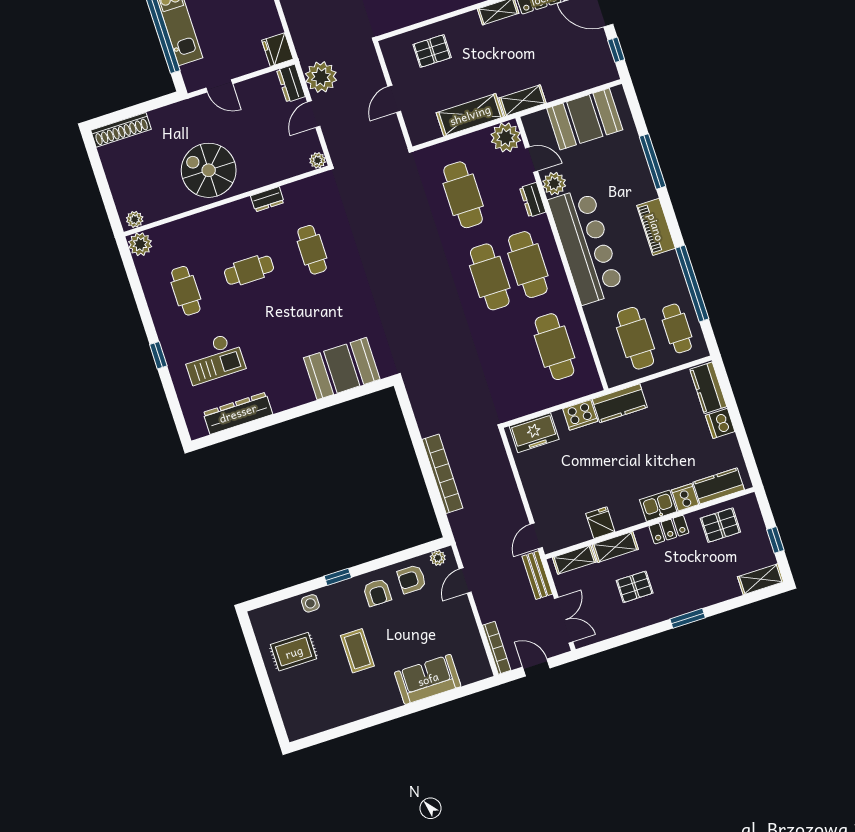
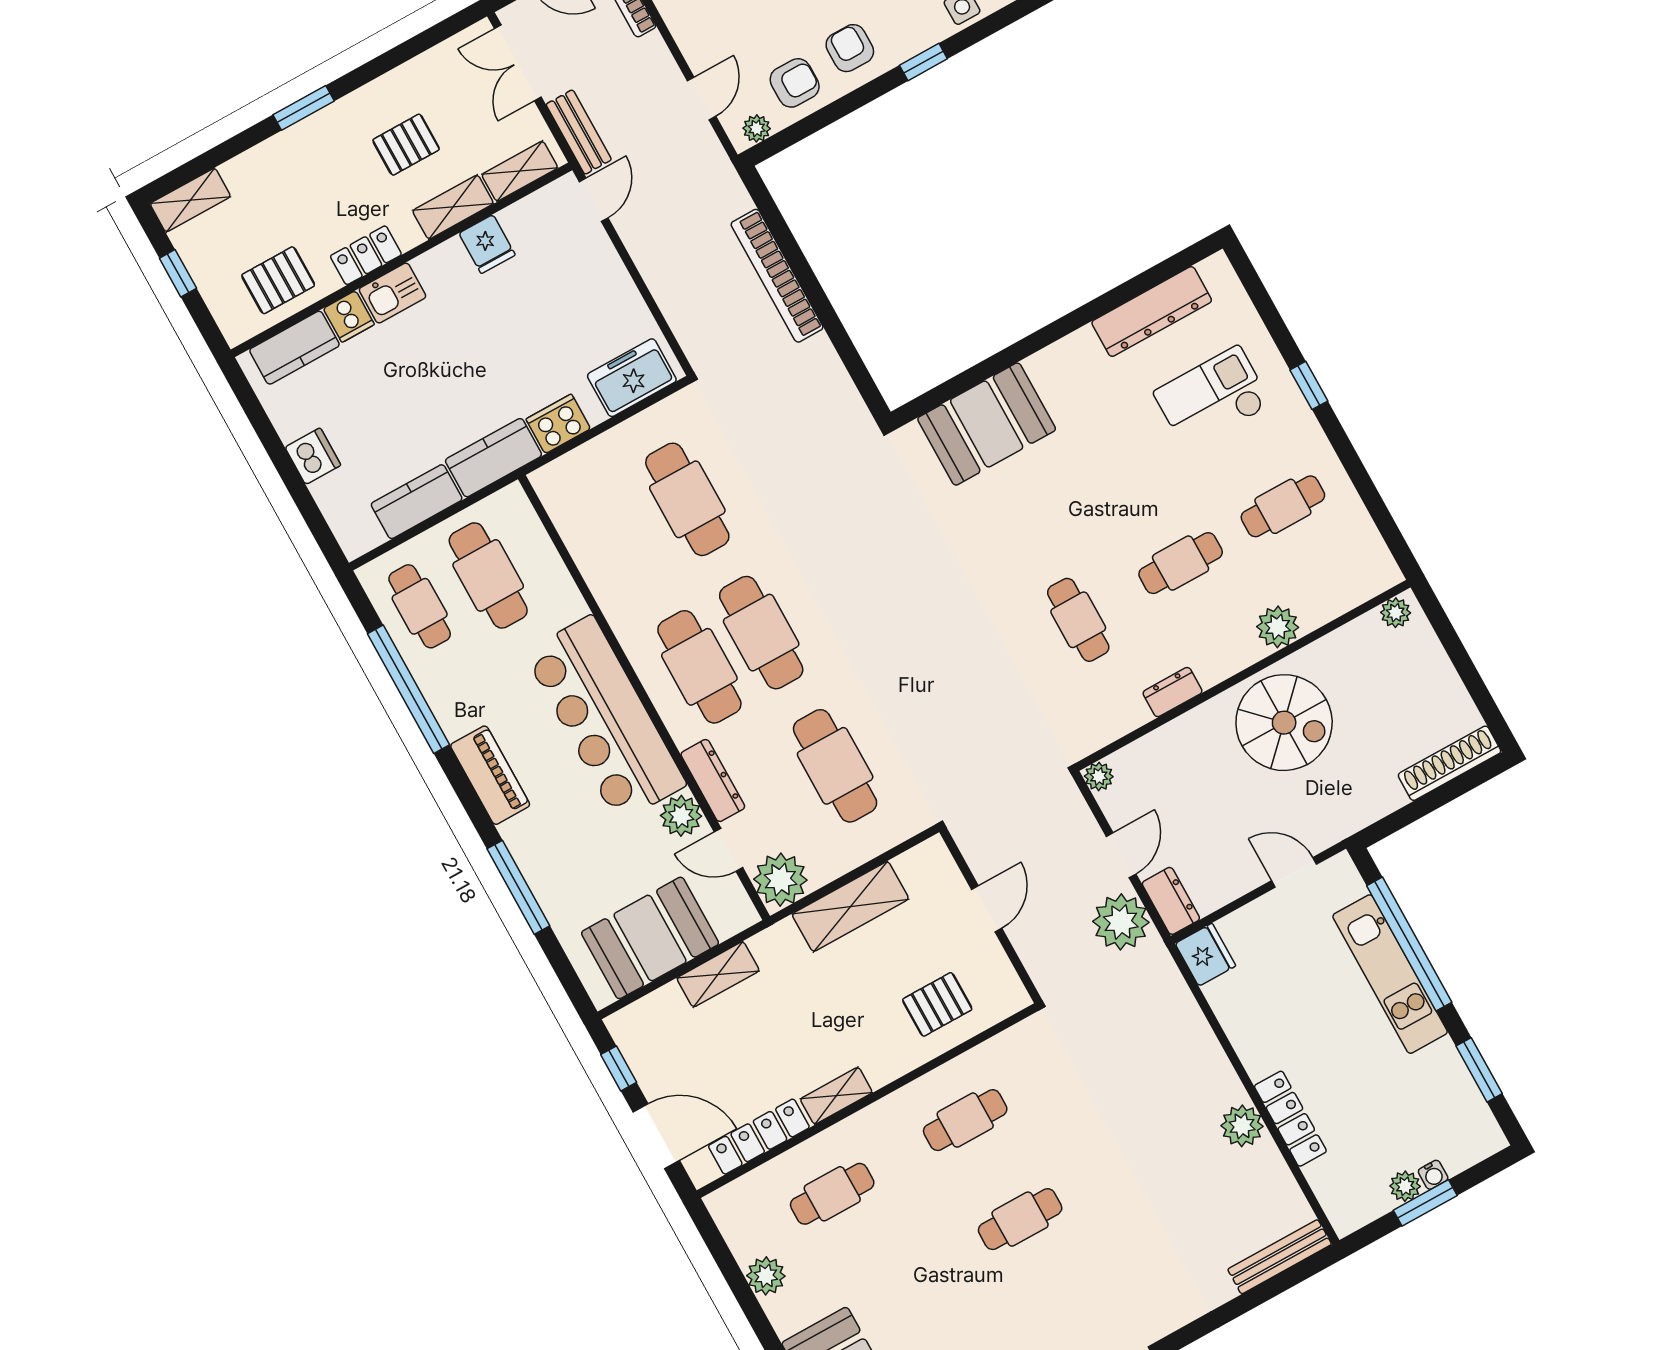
shelving: (523, 101) -> (718, 974), moved
dresser: (533, 200) -> (713, 780), width x1.44
plant: (140, 244) -> (1278, 627), moved
cafe table: (186, 291) -> (1283, 506), turned 90
cafe table: (555, 347) -> (687, 499), moved
kitchen counter: (708, 388) -> (417, 502), moved, turned -90

